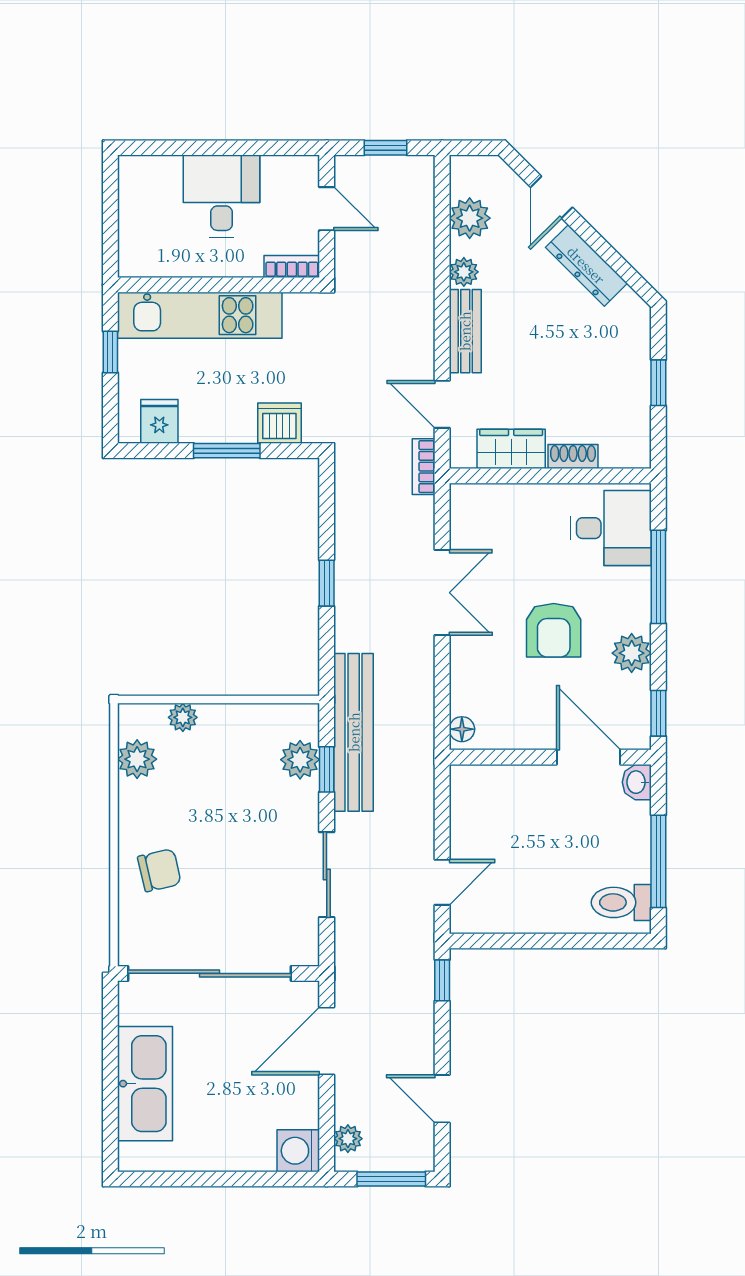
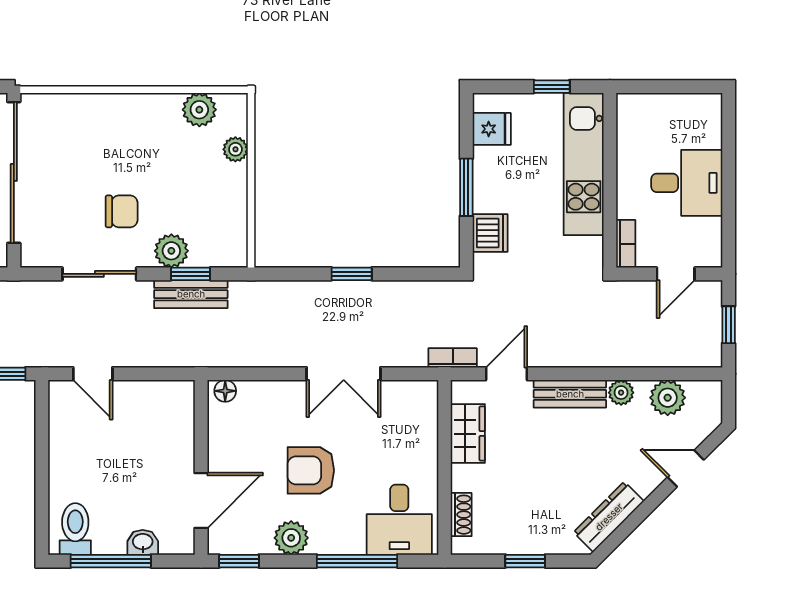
dresser: (586, 265) -> (609, 517), moved
shoe rack: (573, 457) -> (461, 515), moved
bench: (354, 732) -> (191, 294), width x0.54, depth x0.82
plant: (300, 760) -> (171, 251), moved
washbasin: (637, 782) -> (143, 542), moved
chair: (159, 870) -> (122, 211), moved, turned -77

